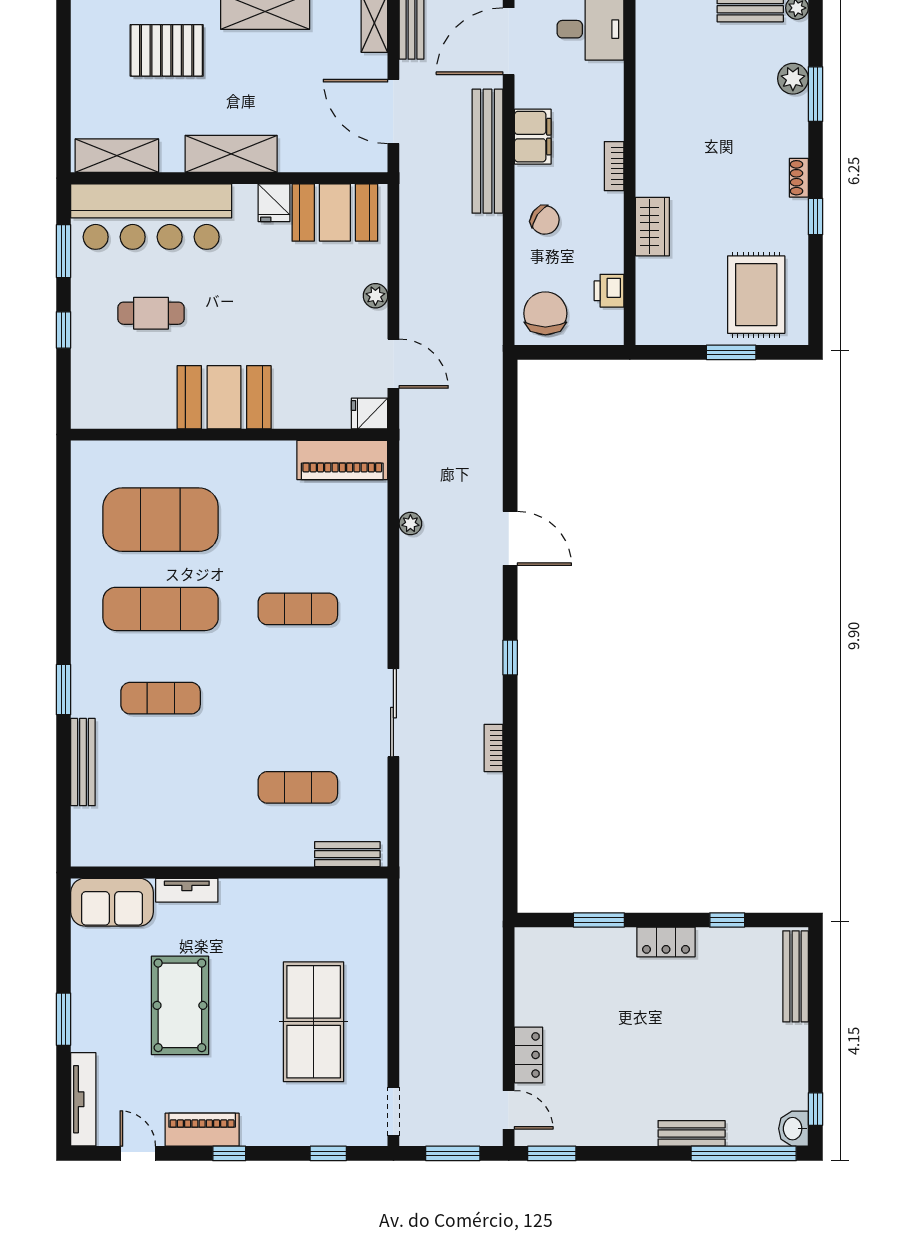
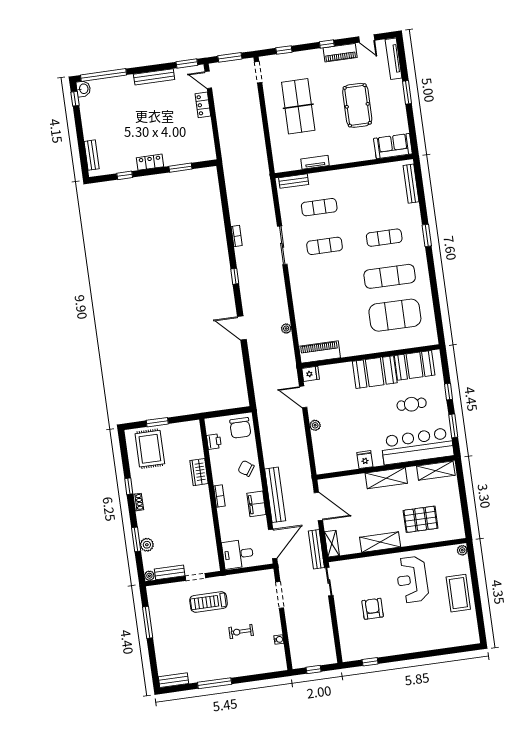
booth: (335, 213) -> (415, 365), moved
exercise mat: (298, 609) -> (325, 246), moved
bench: (83, 762) -> (411, 184), moved
tv unit: (187, 890) -> (315, 162), moved
bench: (796, 976) -> (92, 155), width x0.73
bench: (692, 1133) -> (154, 77), moved, width x1.36

